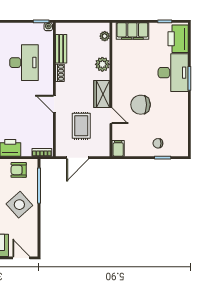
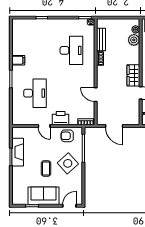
plant: (102, 64) -> (134, 40), moved
door: (54, 104) -> (96, 95), moved
rug: (81, 126) -> (117, 101), removed
door: (78, 158) -> (114, 126), hinge flipped
door: (21, 258) -> (69, 206), hinge flipped

